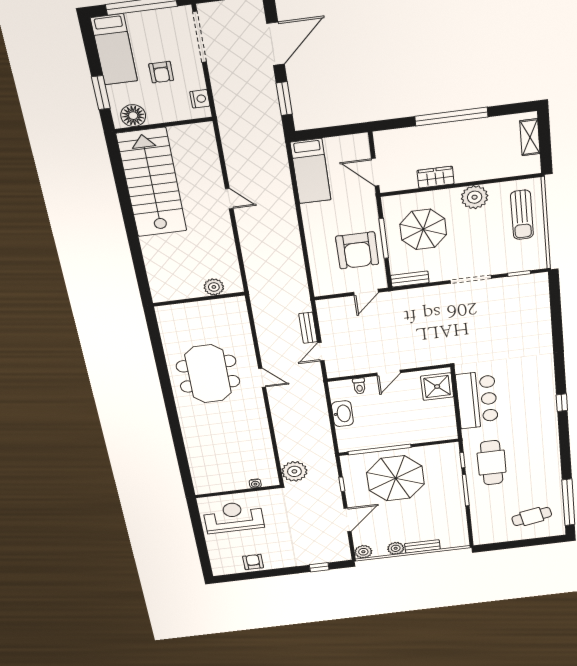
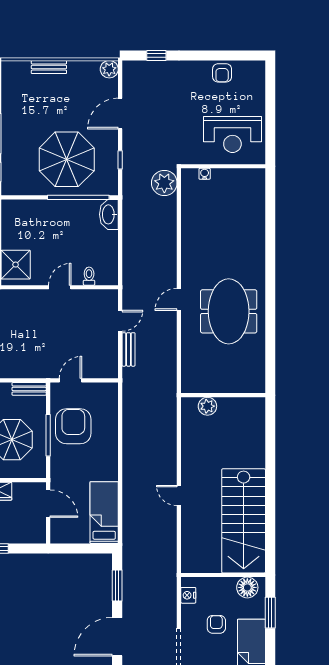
door: (262, 378) -> (179, 299), hinge flipped
washbasin: (342, 414) -> (109, 214), moved
plant: (396, 548) -> (76, 69), removed

